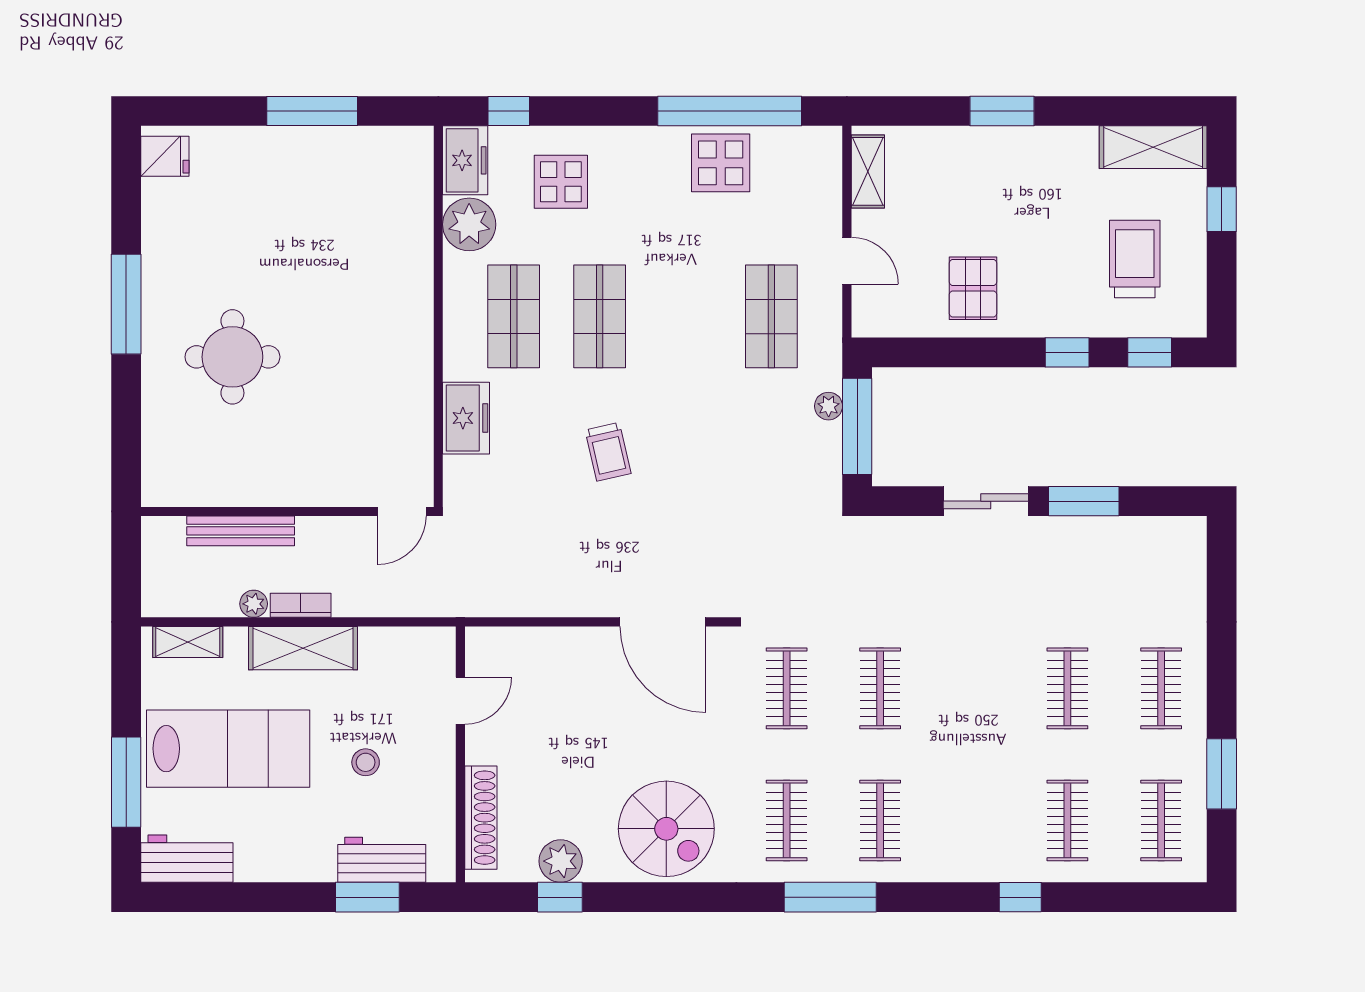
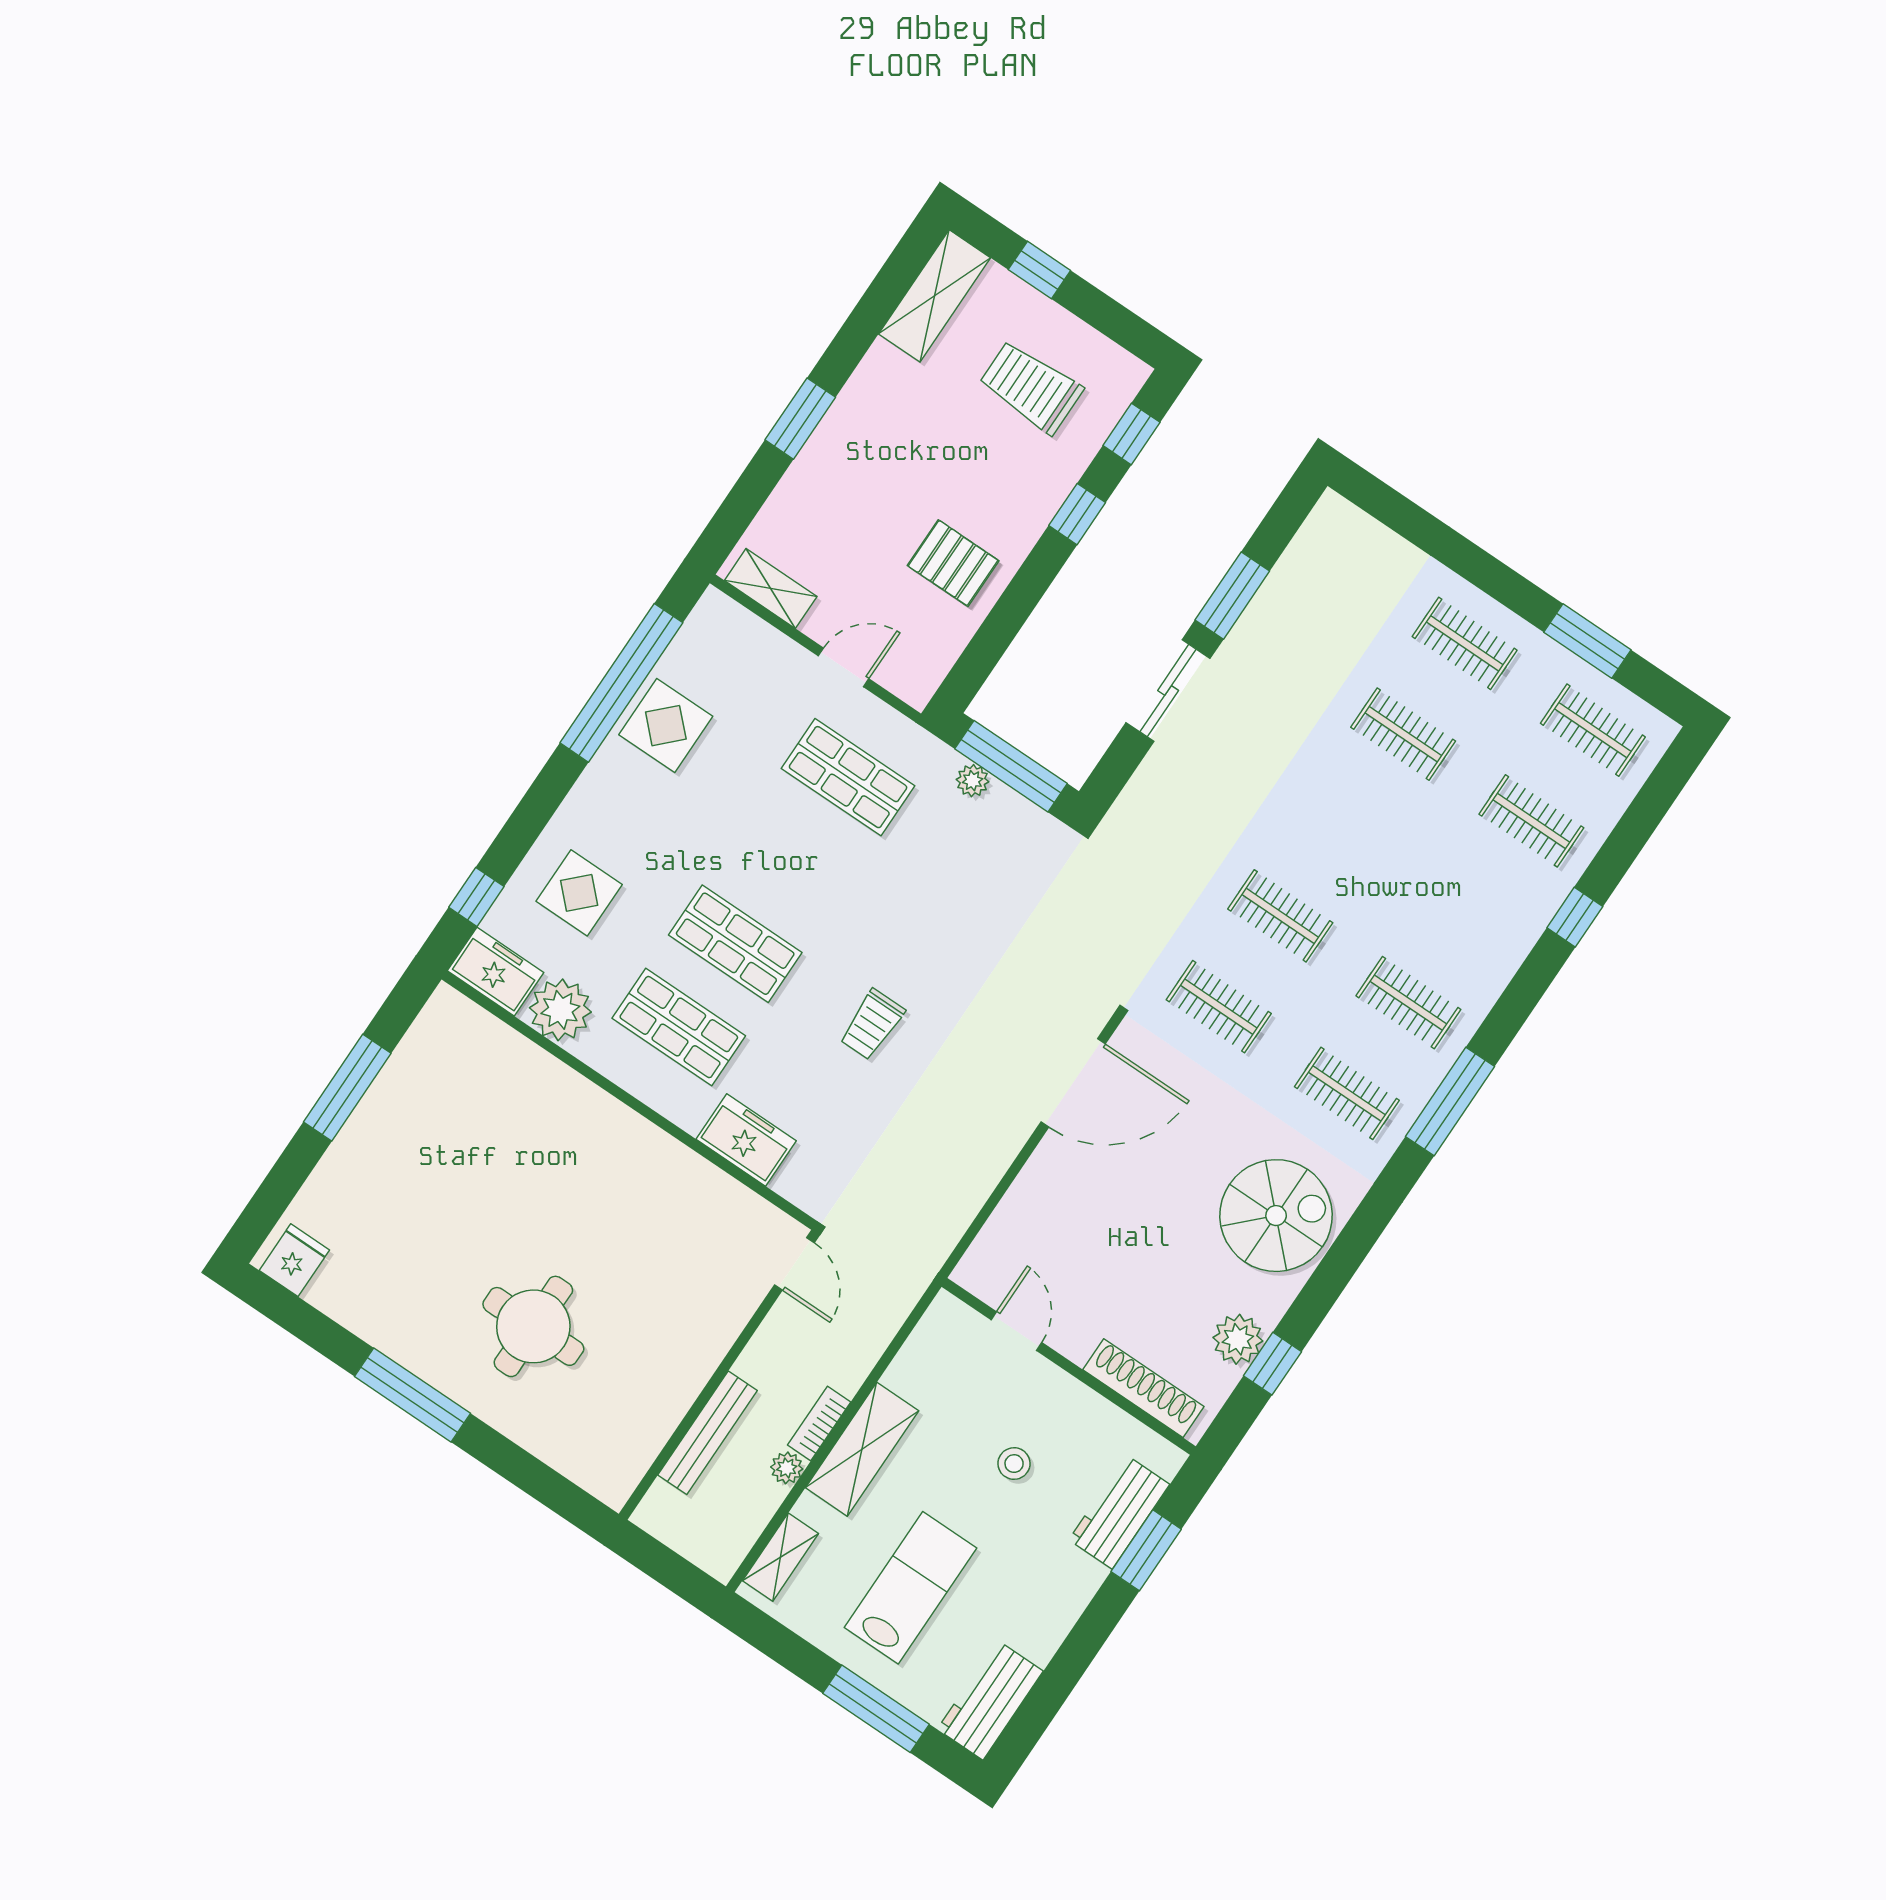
trolley: (608, 452) -> (872, 1024), turned 103
lab bench: (228, 749) -> (911, 1588), width x0.73, depth x0.72

